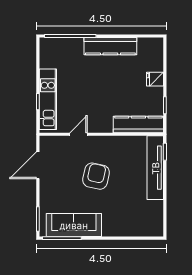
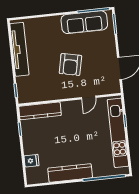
fridge: (155, 79) -> (31, 161), moved
kitchen unit: (48, 99) -> (118, 133), width x1.36
tv unit: (155, 168) -> (19, 49), moved

